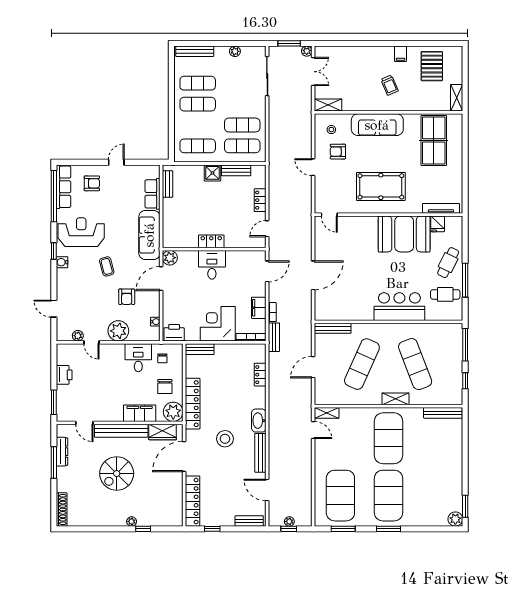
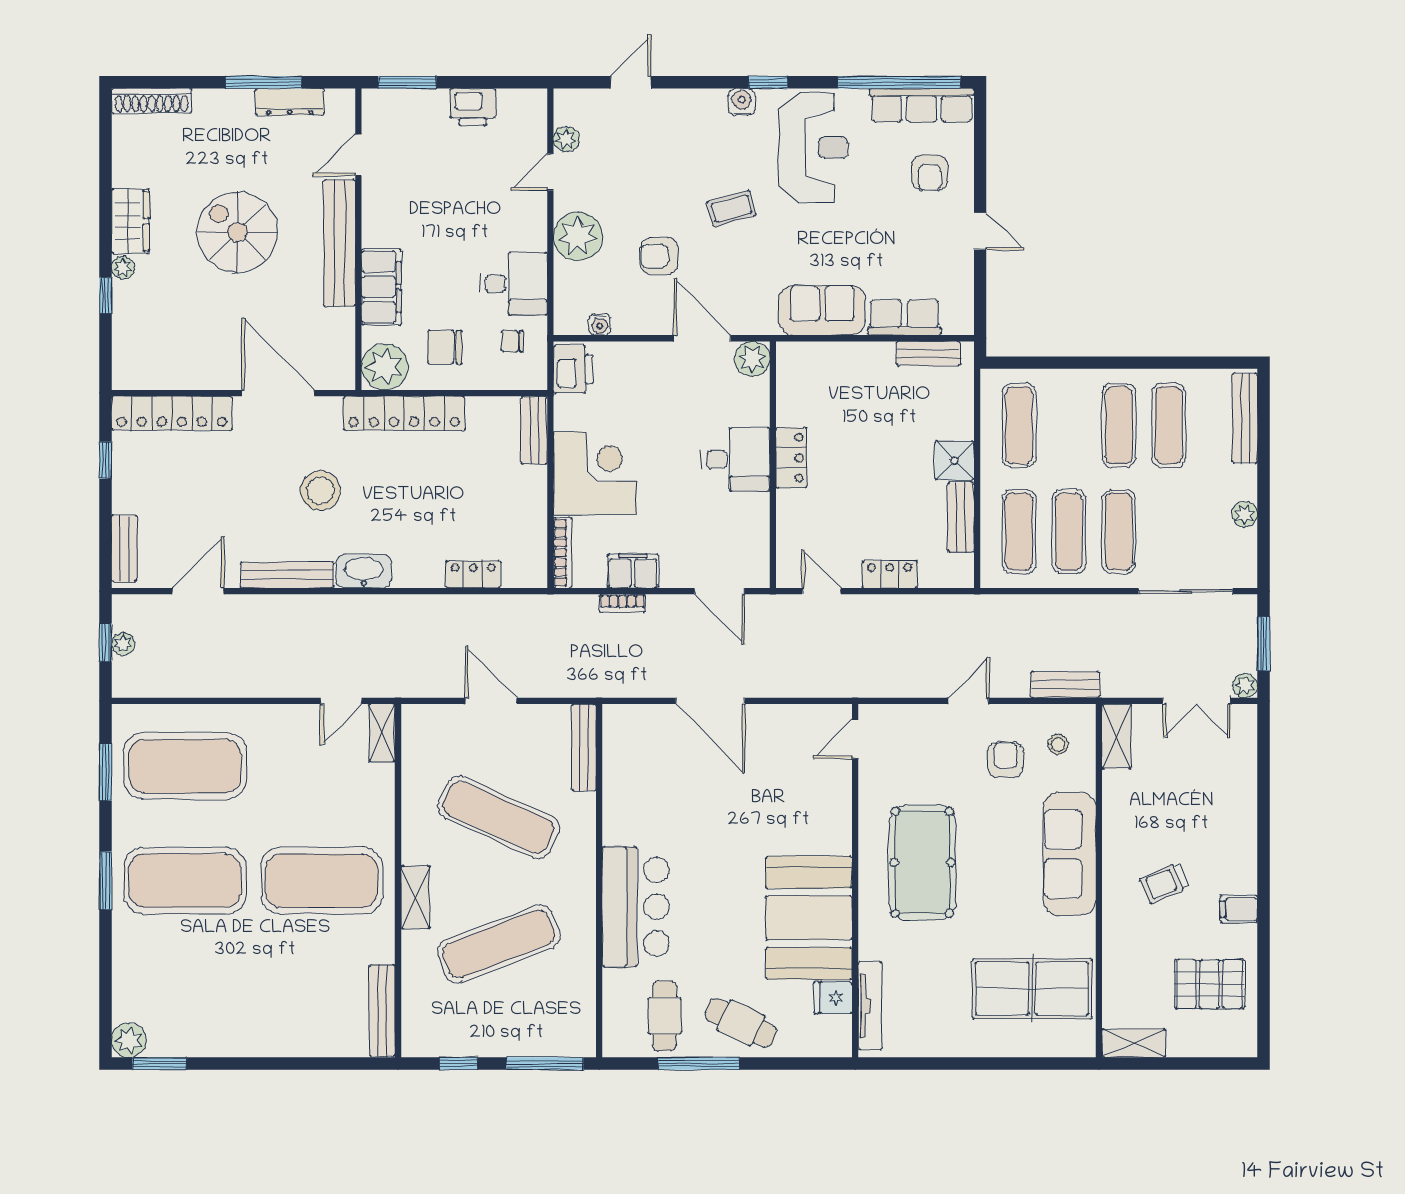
exercise mat: (242, 104) -> (1119, 532), added
sofa: (149, 235) -> (822, 310), width x0.73
bench: (274, 337) -> (1065, 685), moved
wardrobe: (163, 432) -> (130, 221), moved, turned 180

